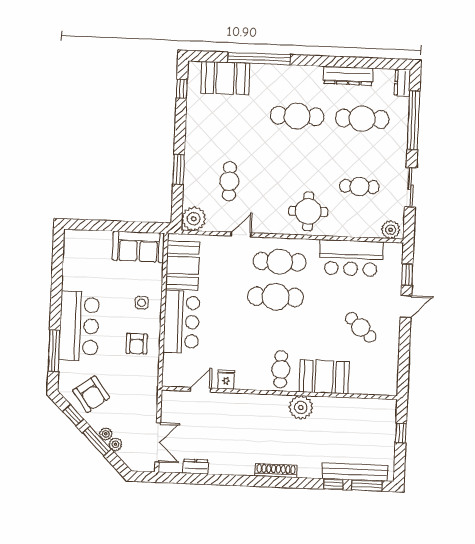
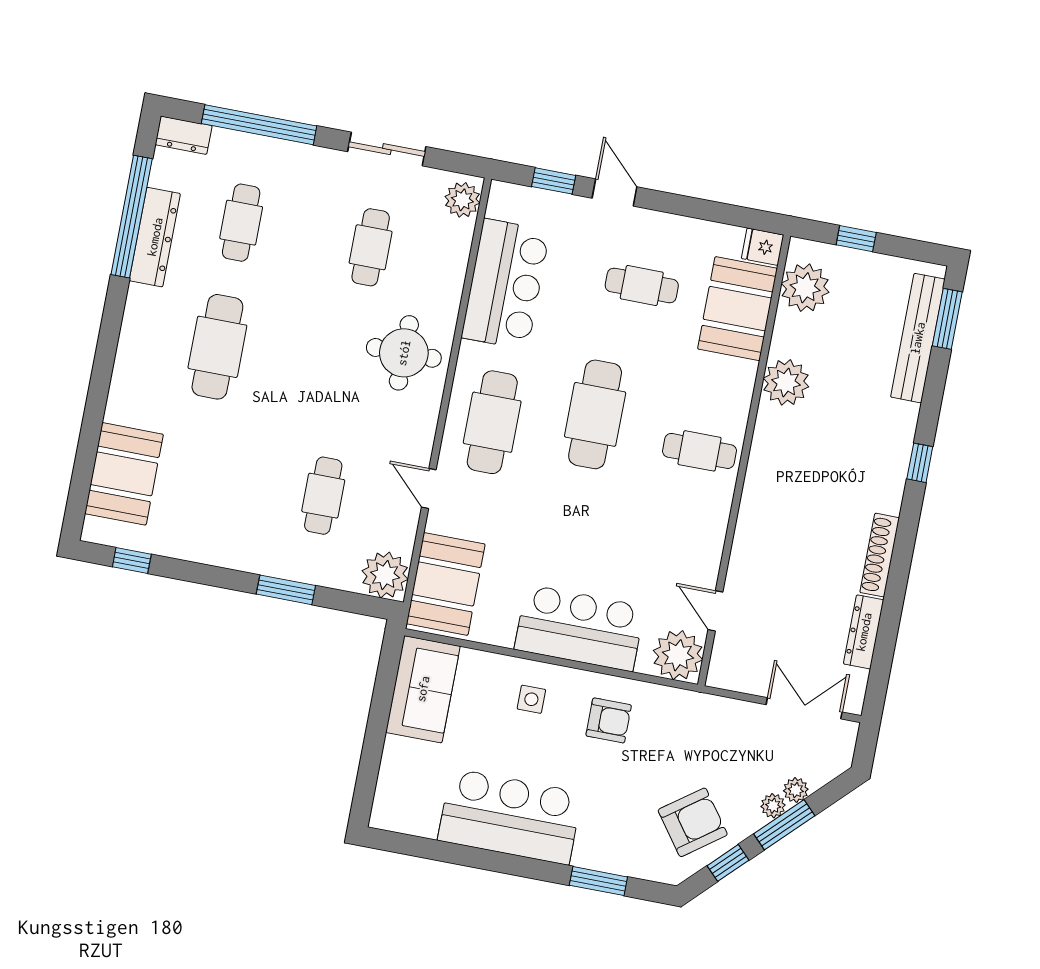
window: (259, 58) -> (132, 217), moved
cafe table: (362, 119) -> (241, 223), width x0.73, depth x0.74
cafe table: (229, 181) -> (323, 496), turned 90
booth: (183, 265) -> (446, 584), moved, turned 90
cafe table: (276, 297) -> (595, 414), moved
bar counter: (79, 326) -> (510, 817), moved
cafe table: (361, 327) -> (642, 285), turned 48
window: (54, 351) -> (598, 881), width x0.69
plant: (175, 374) -> (678, 655), added
booth: (324, 377) -> (737, 309), moved
fridge: (226, 379) -> (763, 247), moved
plant: (301, 407) -> (786, 382), moved
plant: (372, 411) -> (805, 288), added
dresser: (196, 467) -> (864, 632), width x1.44
shoe rack: (276, 470) -> (880, 555), moved
window: (333, 484) -> (920, 463), moved

